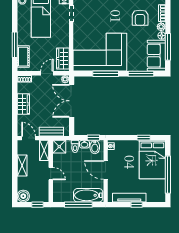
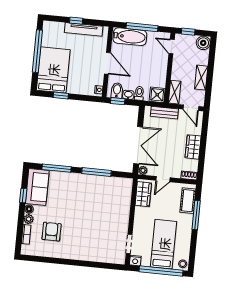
window: (168, 47) -> (23, 196), width x0.46
corner sofa: (100, 52) -> (101, 197), removed
door: (51, 174) -> (172, 46), moved

